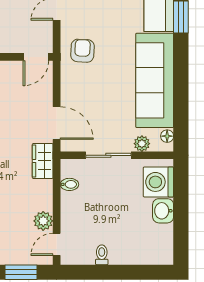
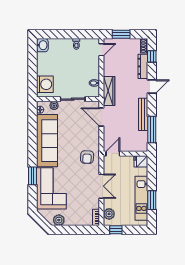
wardrobe: (43, 161) -> (109, 91), width x1.50
washbasin: (163, 211) -> (42, 45), moved
plant: (43, 221) -> (109, 63), removed

